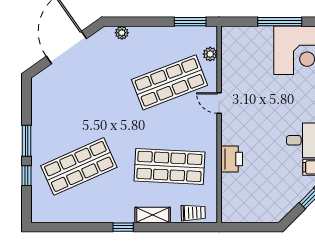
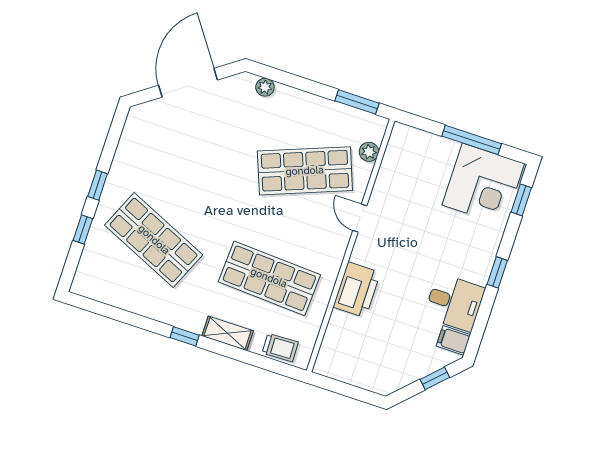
window: (27, 141) -> (98, 185), width x0.67
printer: (232, 159) -> (357, 290), width x1.37, depth x1.19
shop shelf: (79, 166) -> (154, 240), turned 48

